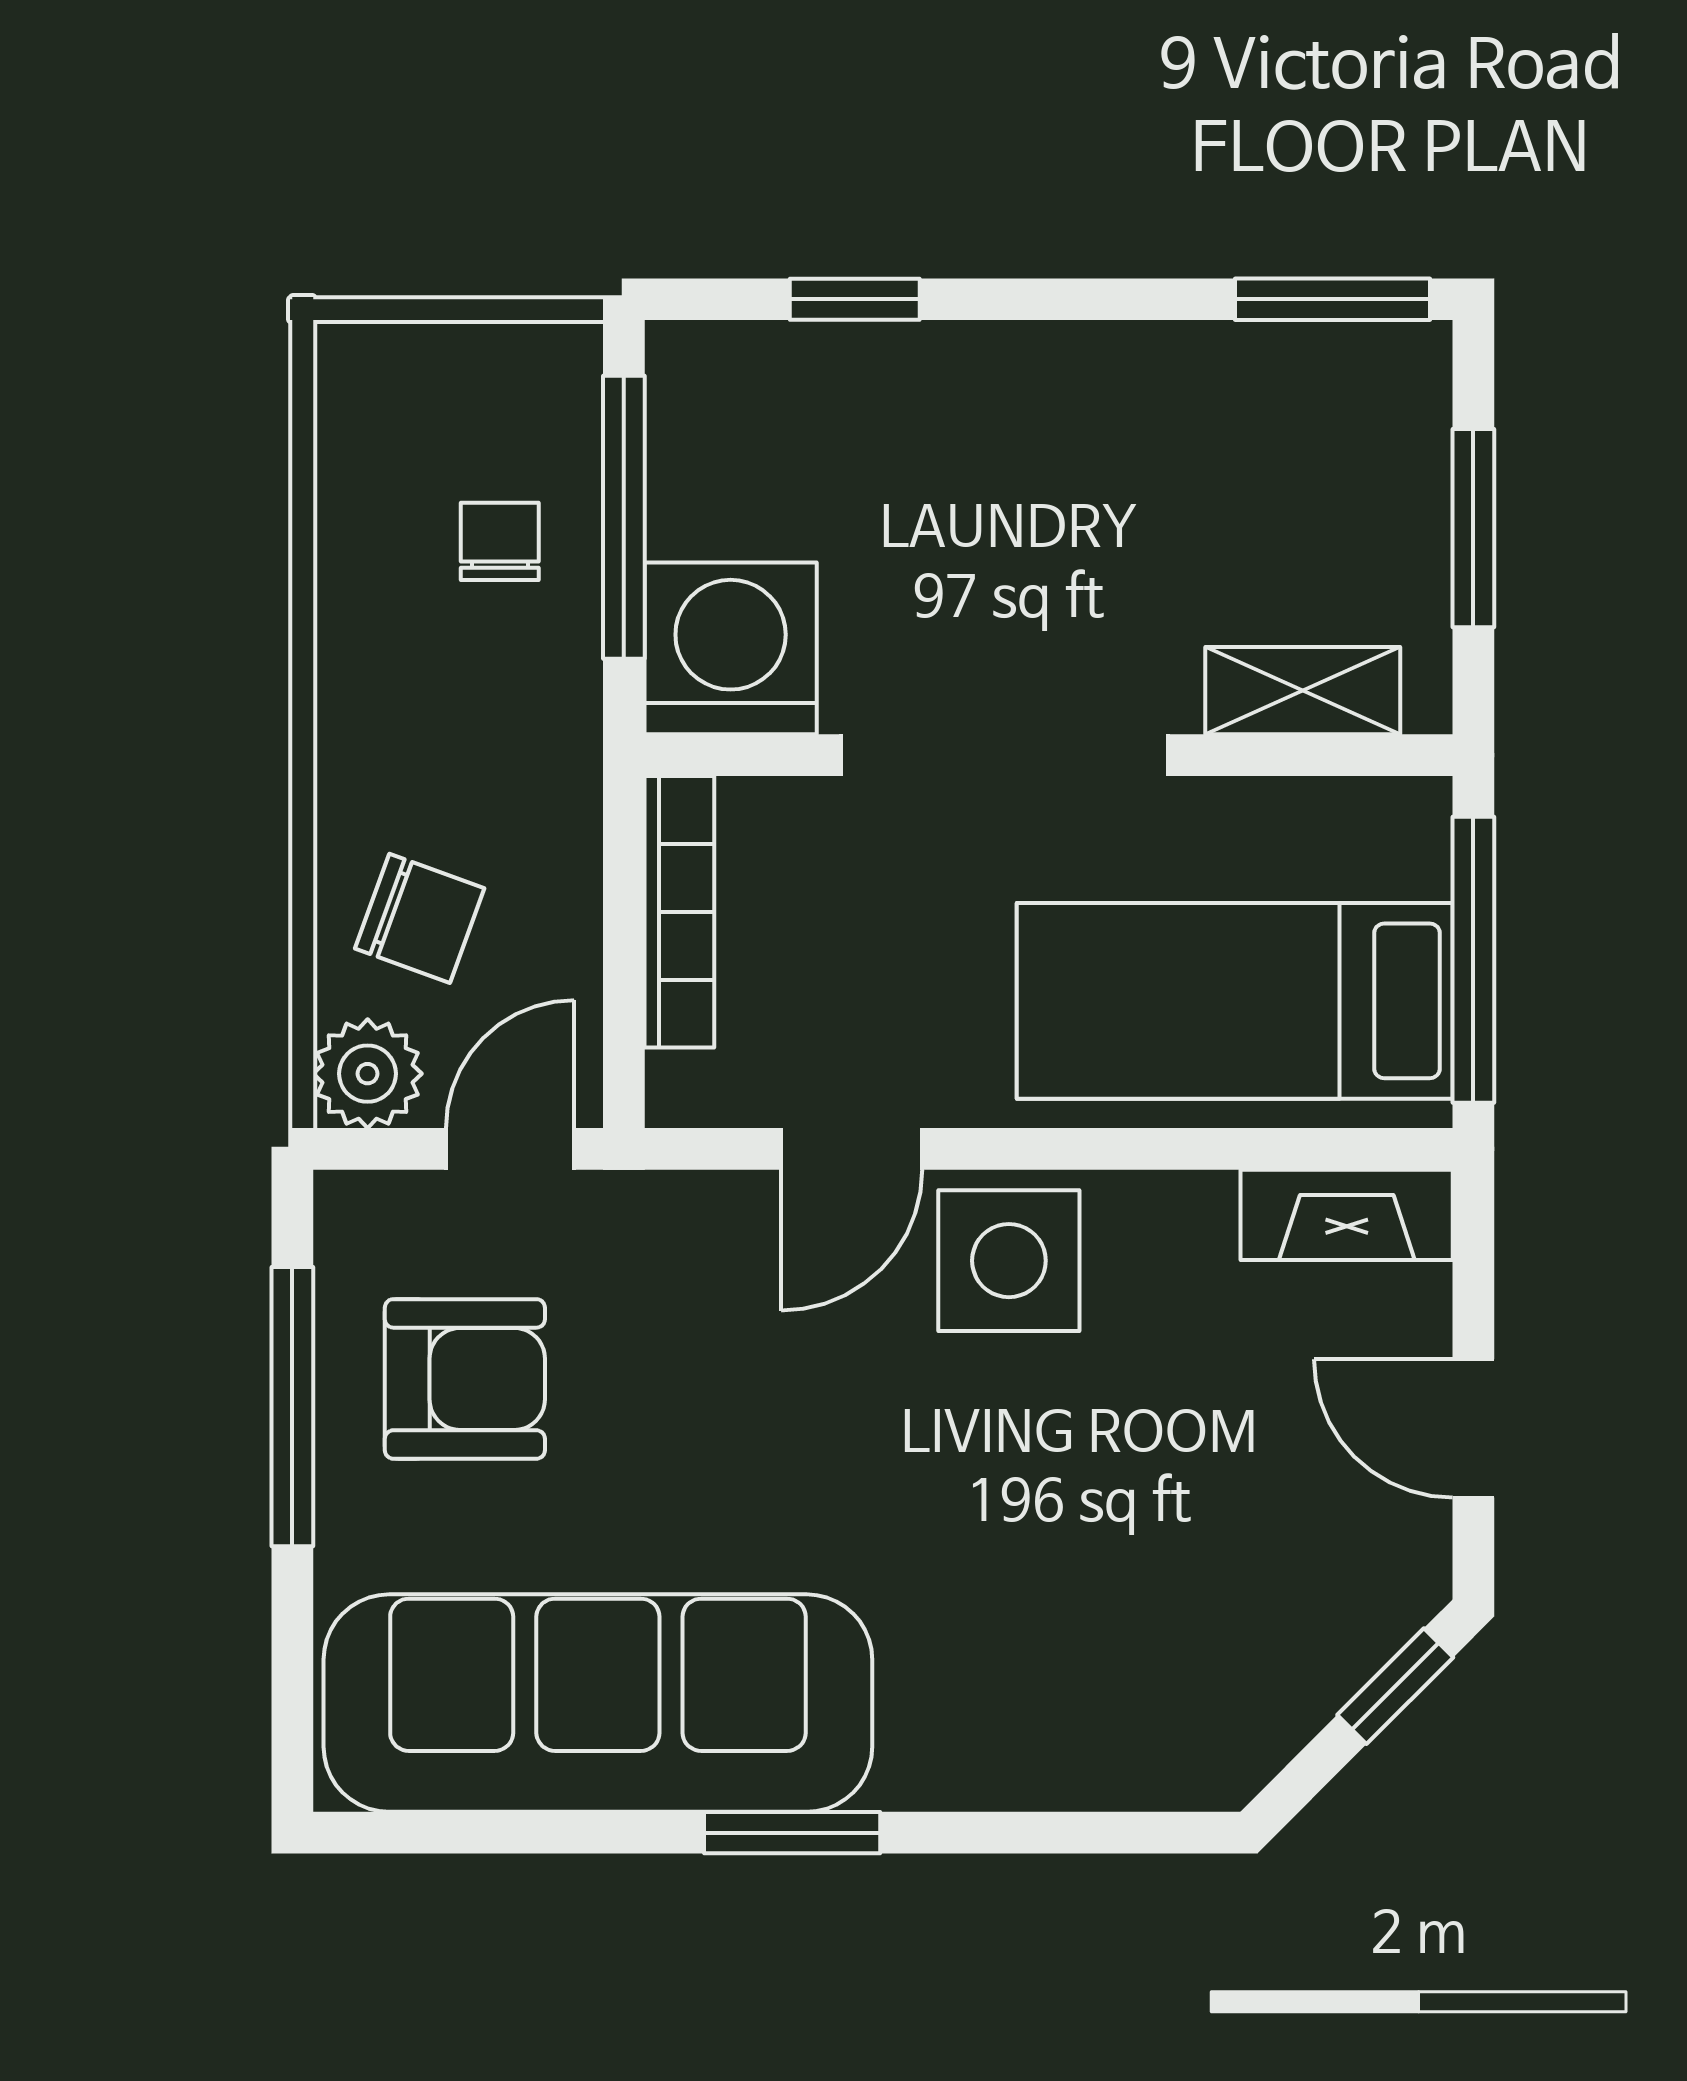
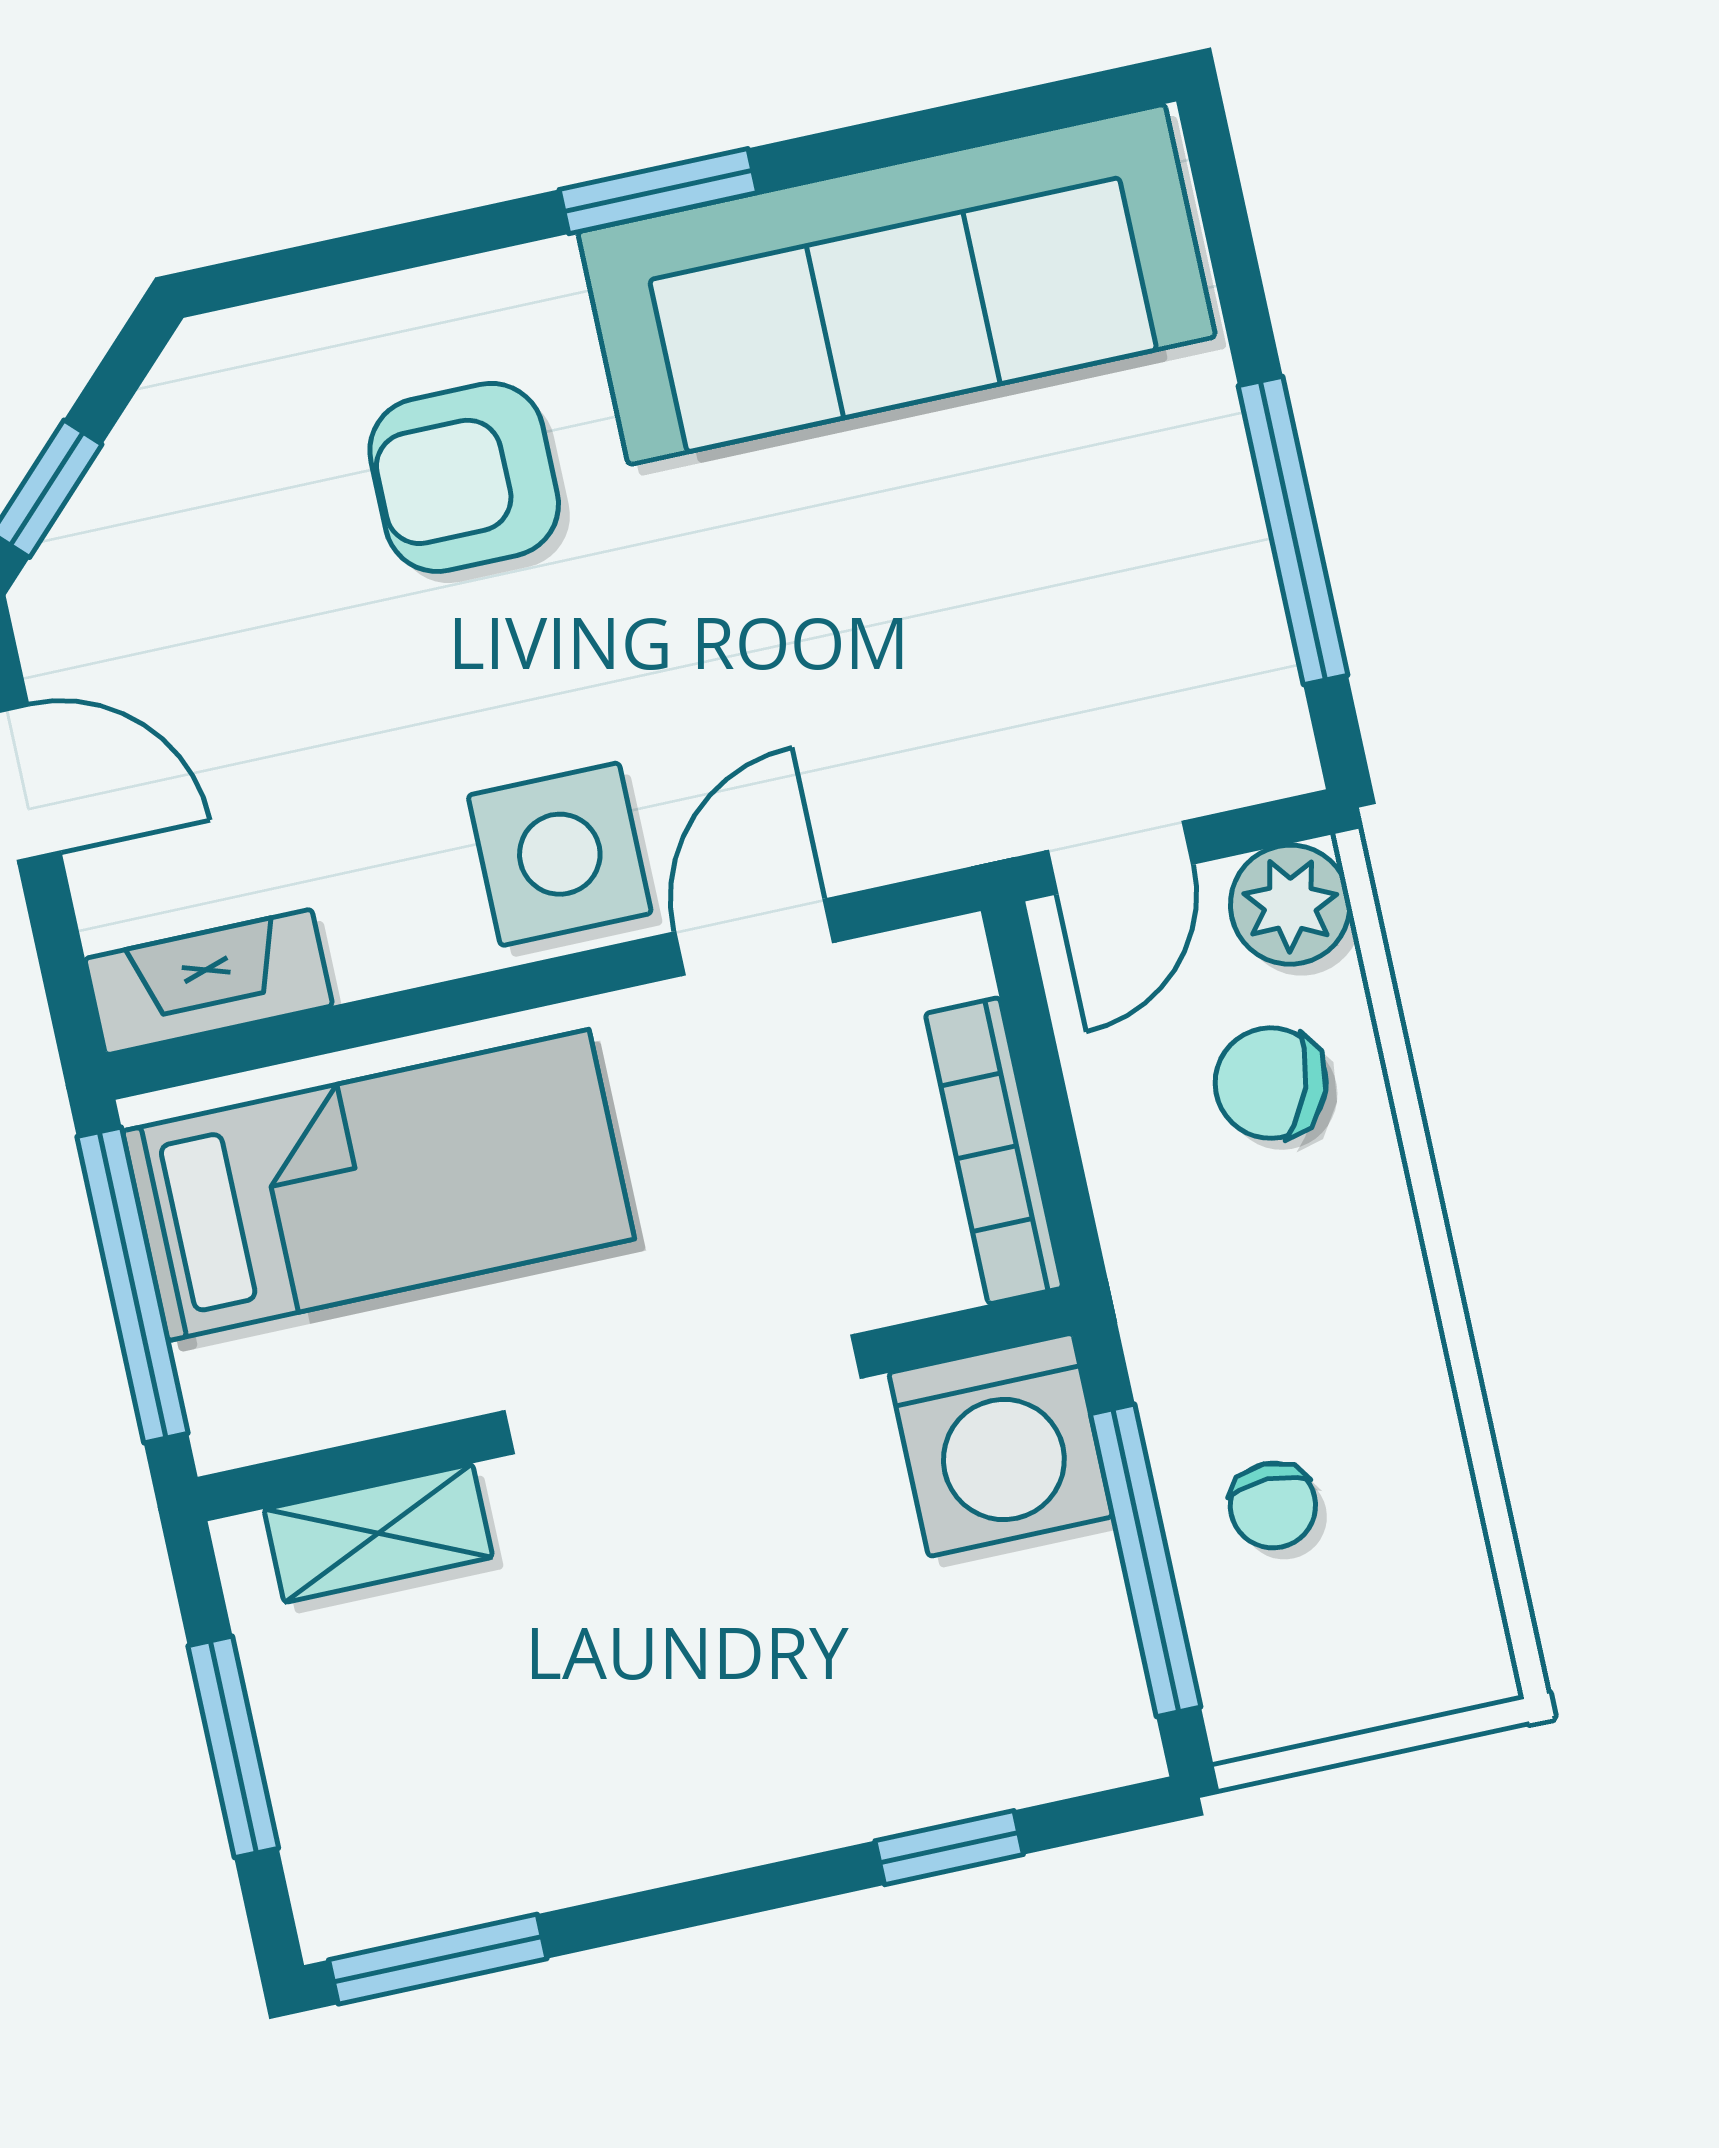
armchair: (465, 1379) -> (464, 477), moved

